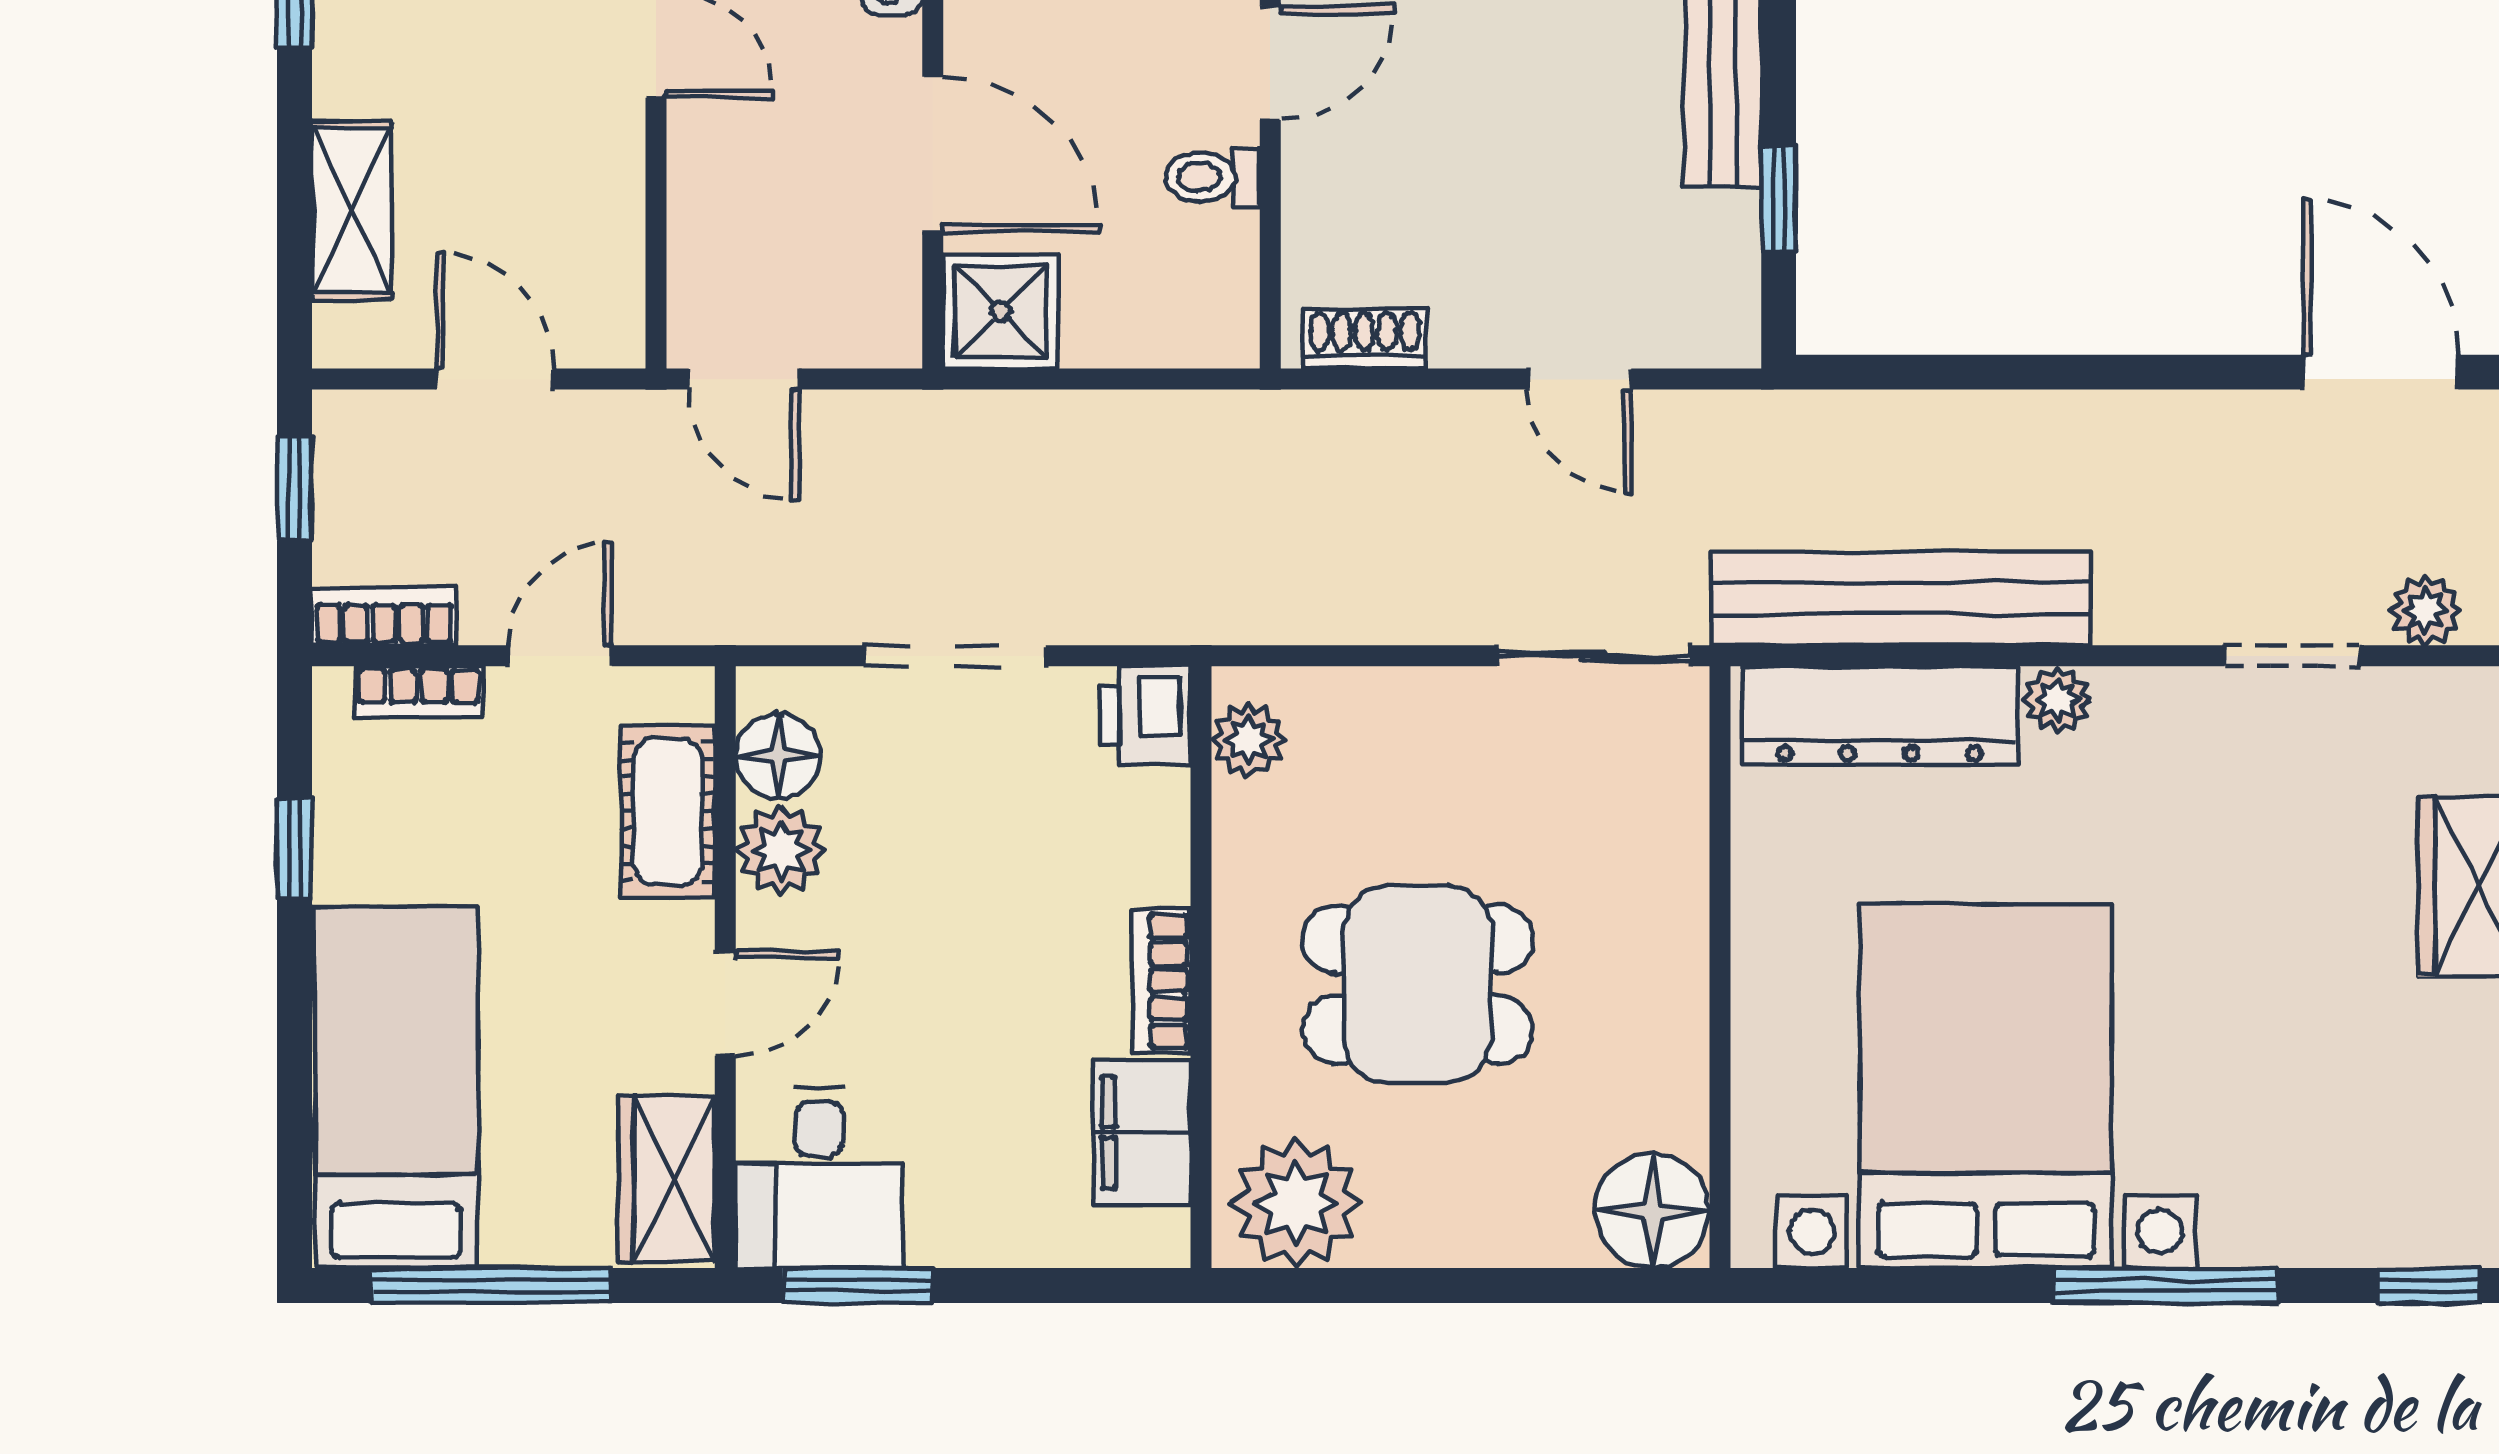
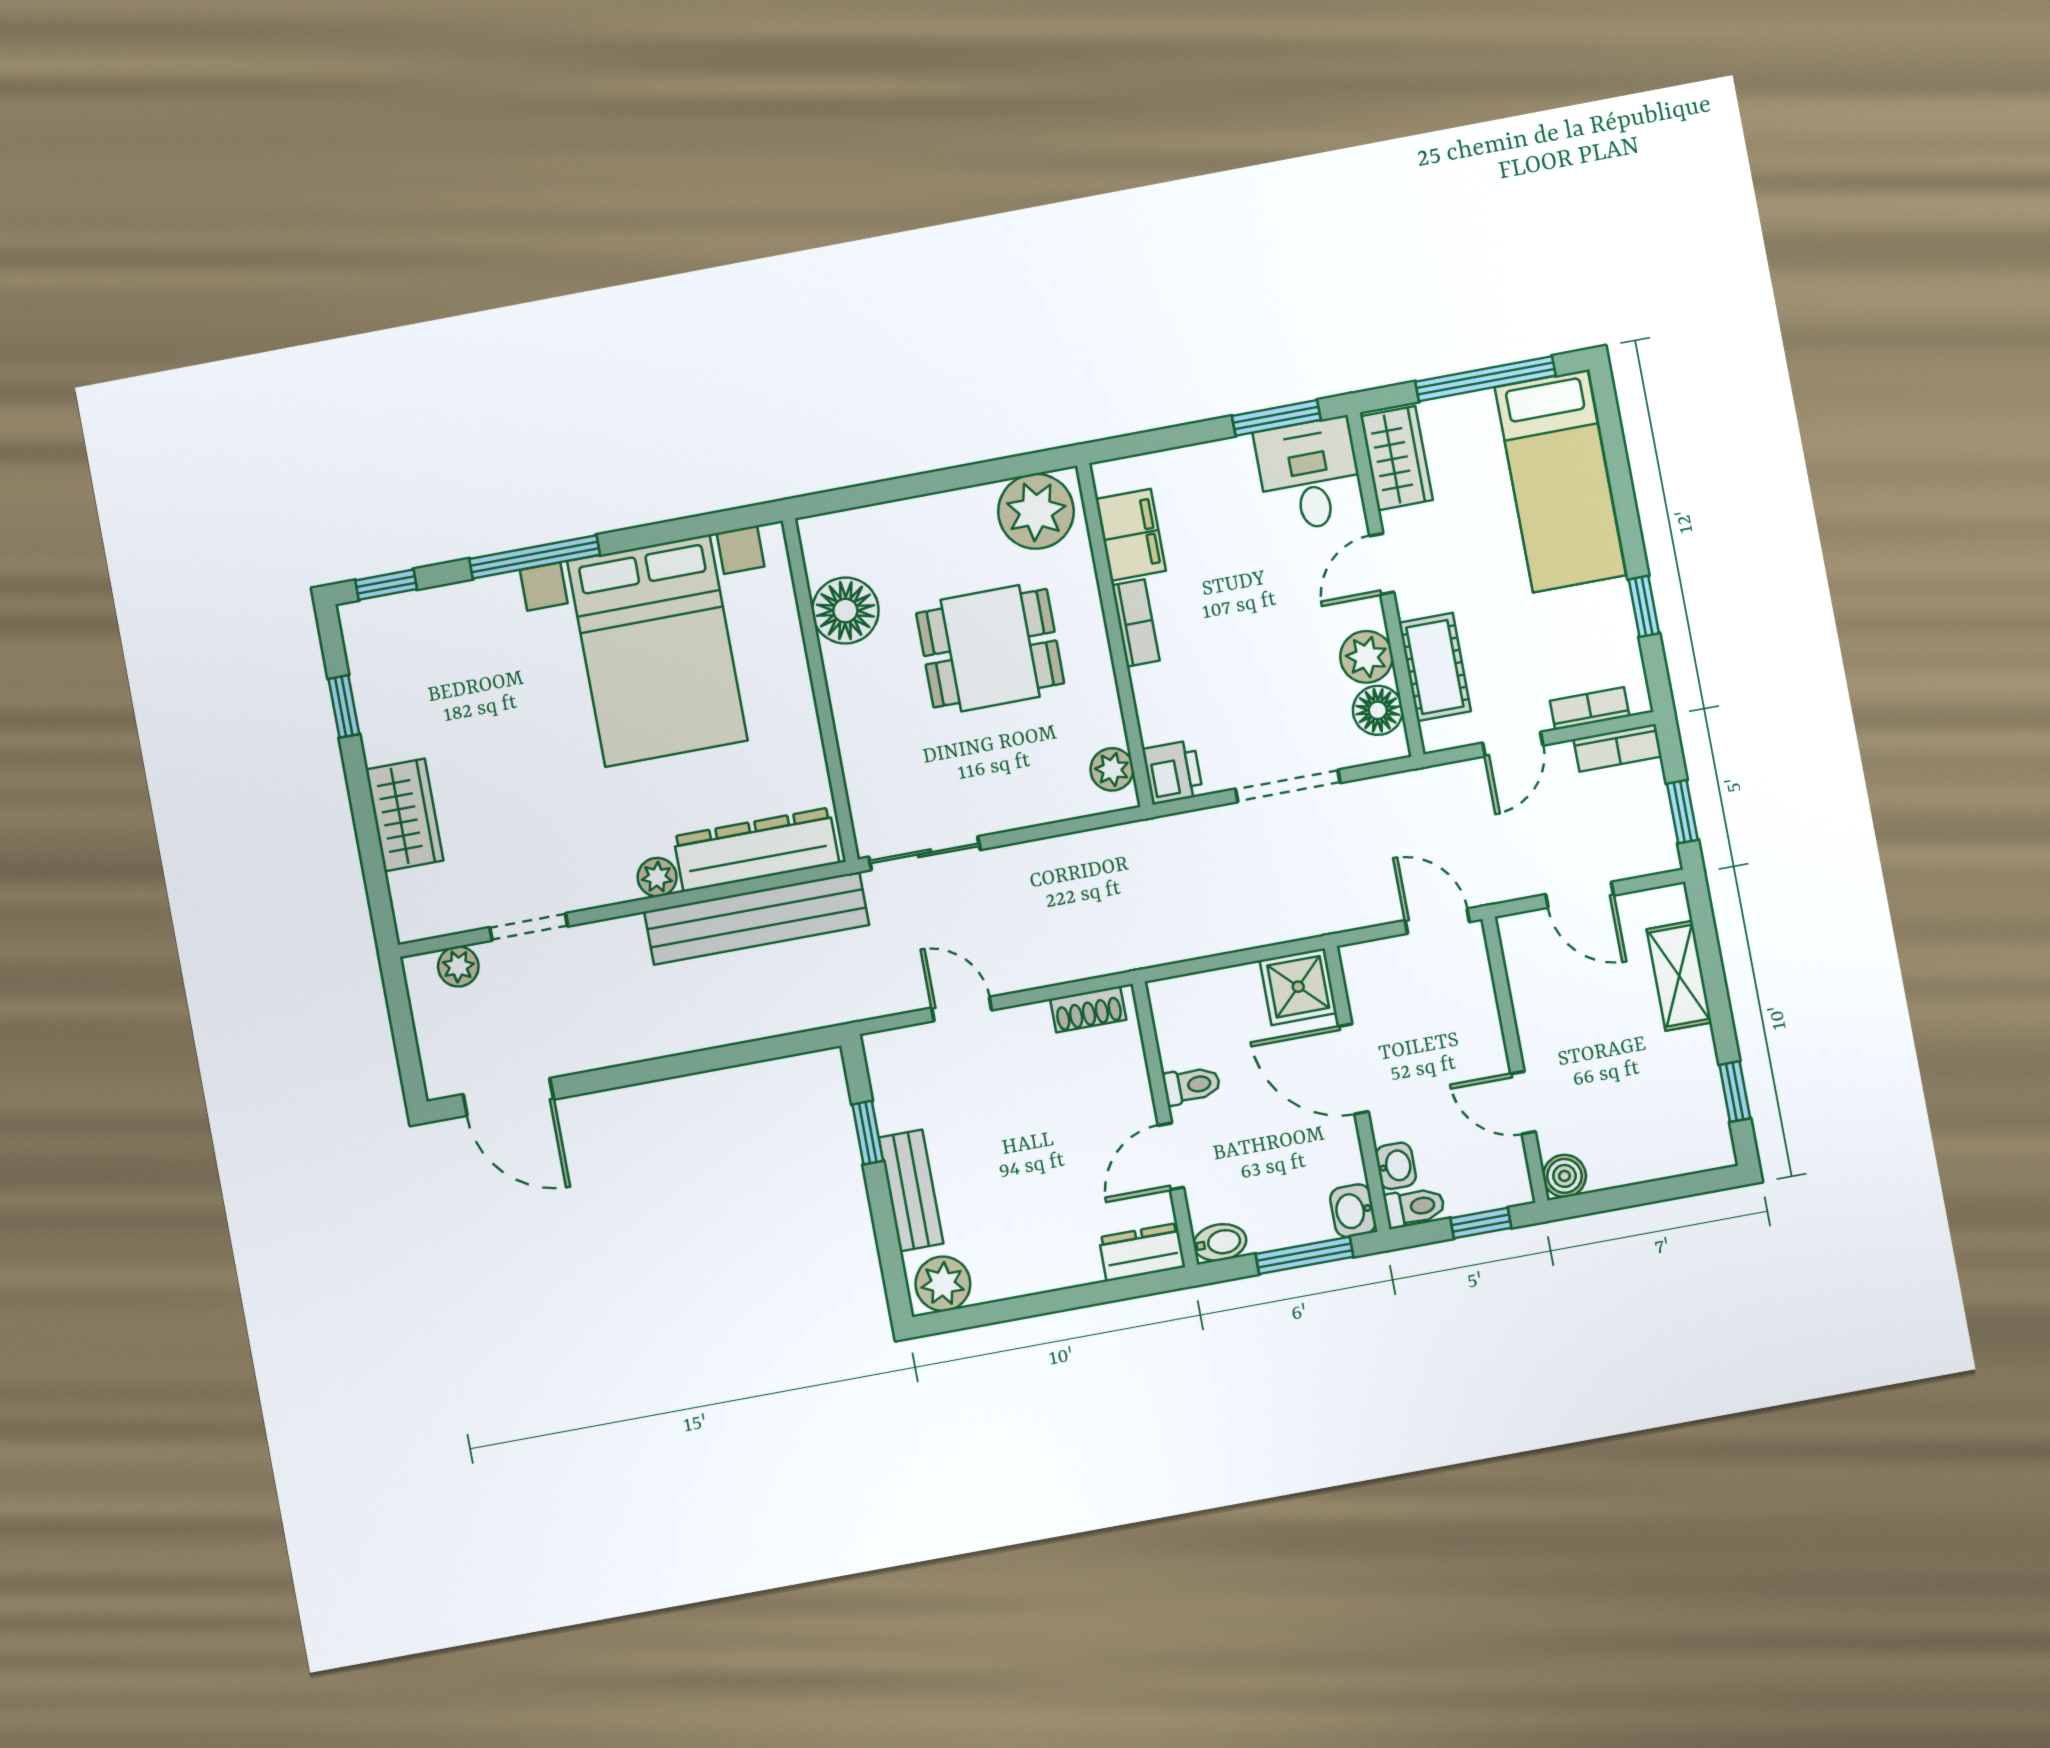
floor lamp: (1652, 1211) -> (845, 611), moved

